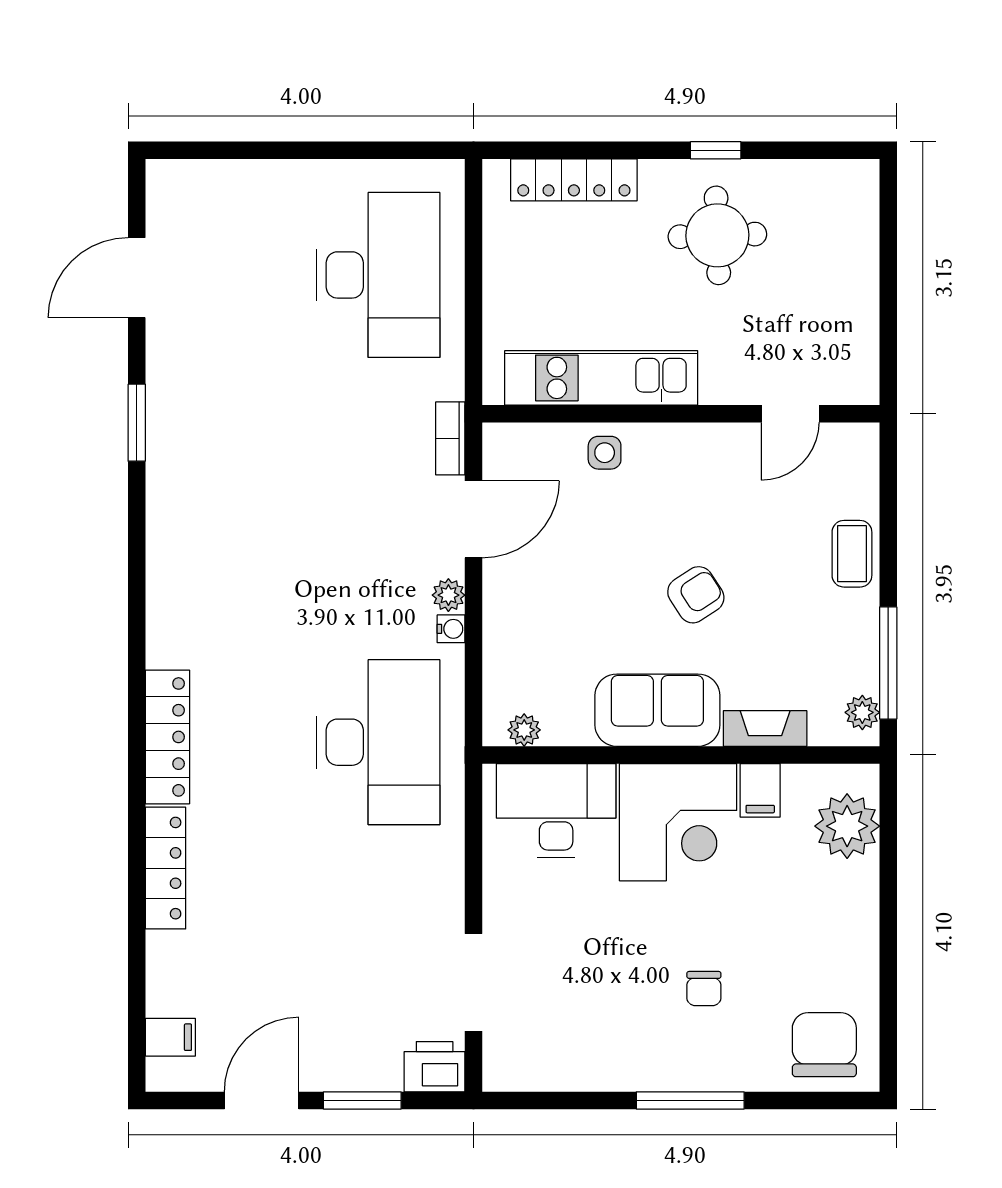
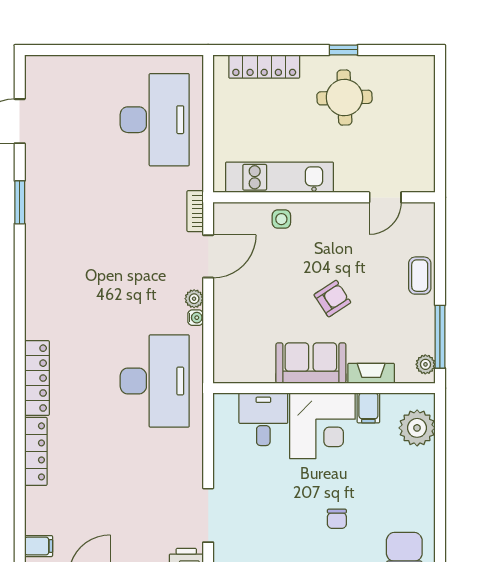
plant: (524, 730) -> (236, 374), removed
desk: (556, 811) -> (263, 419), width x0.73

